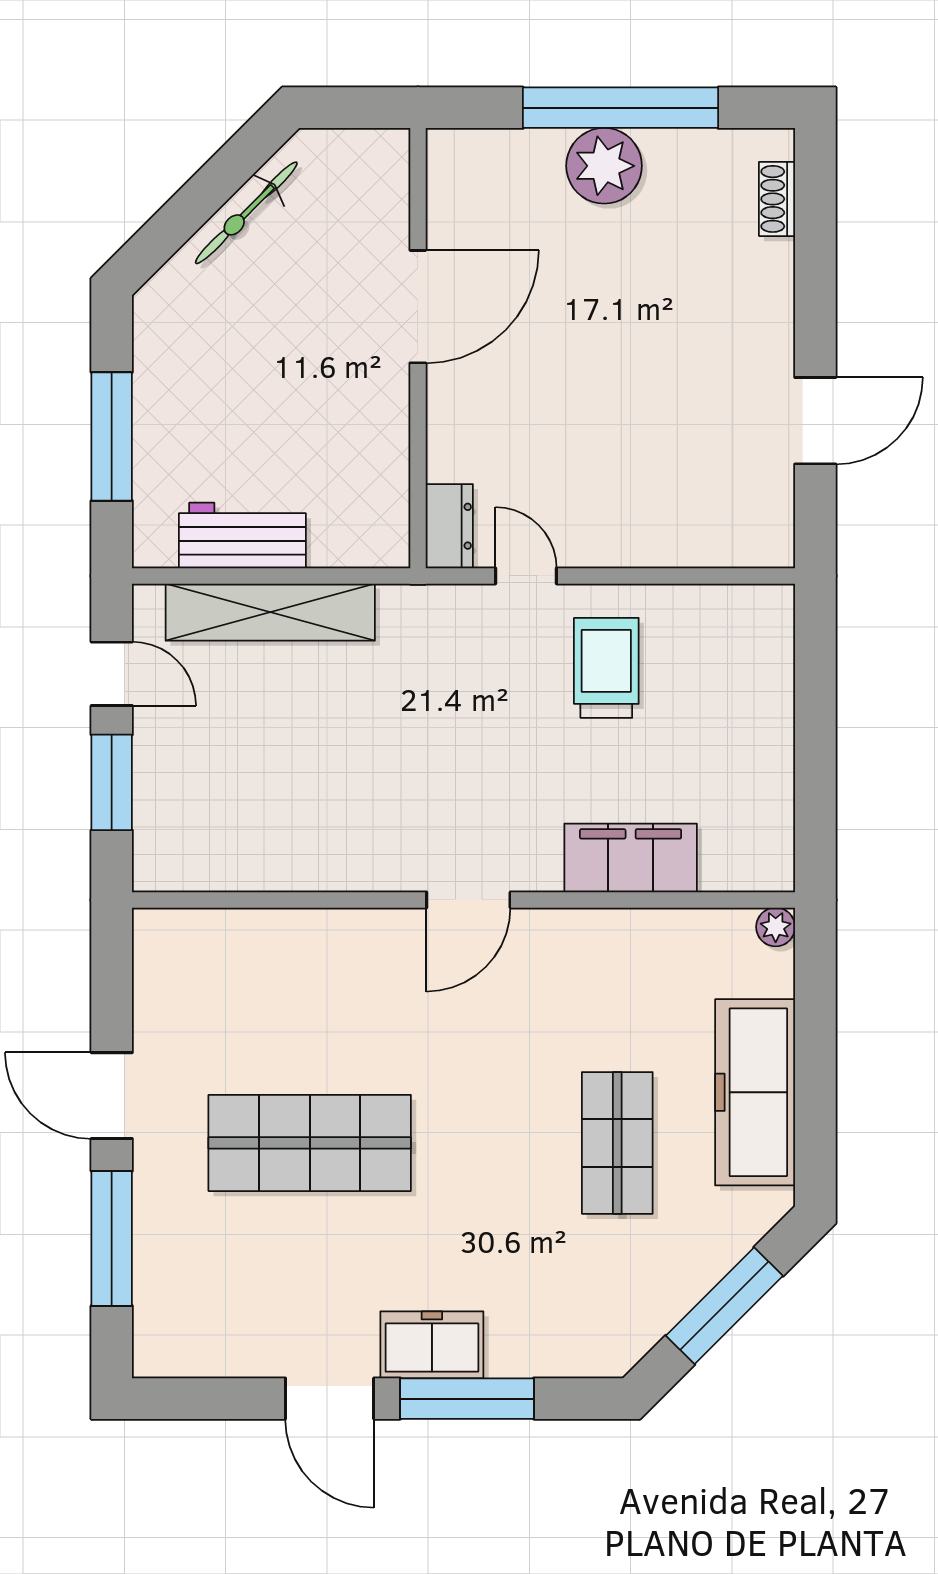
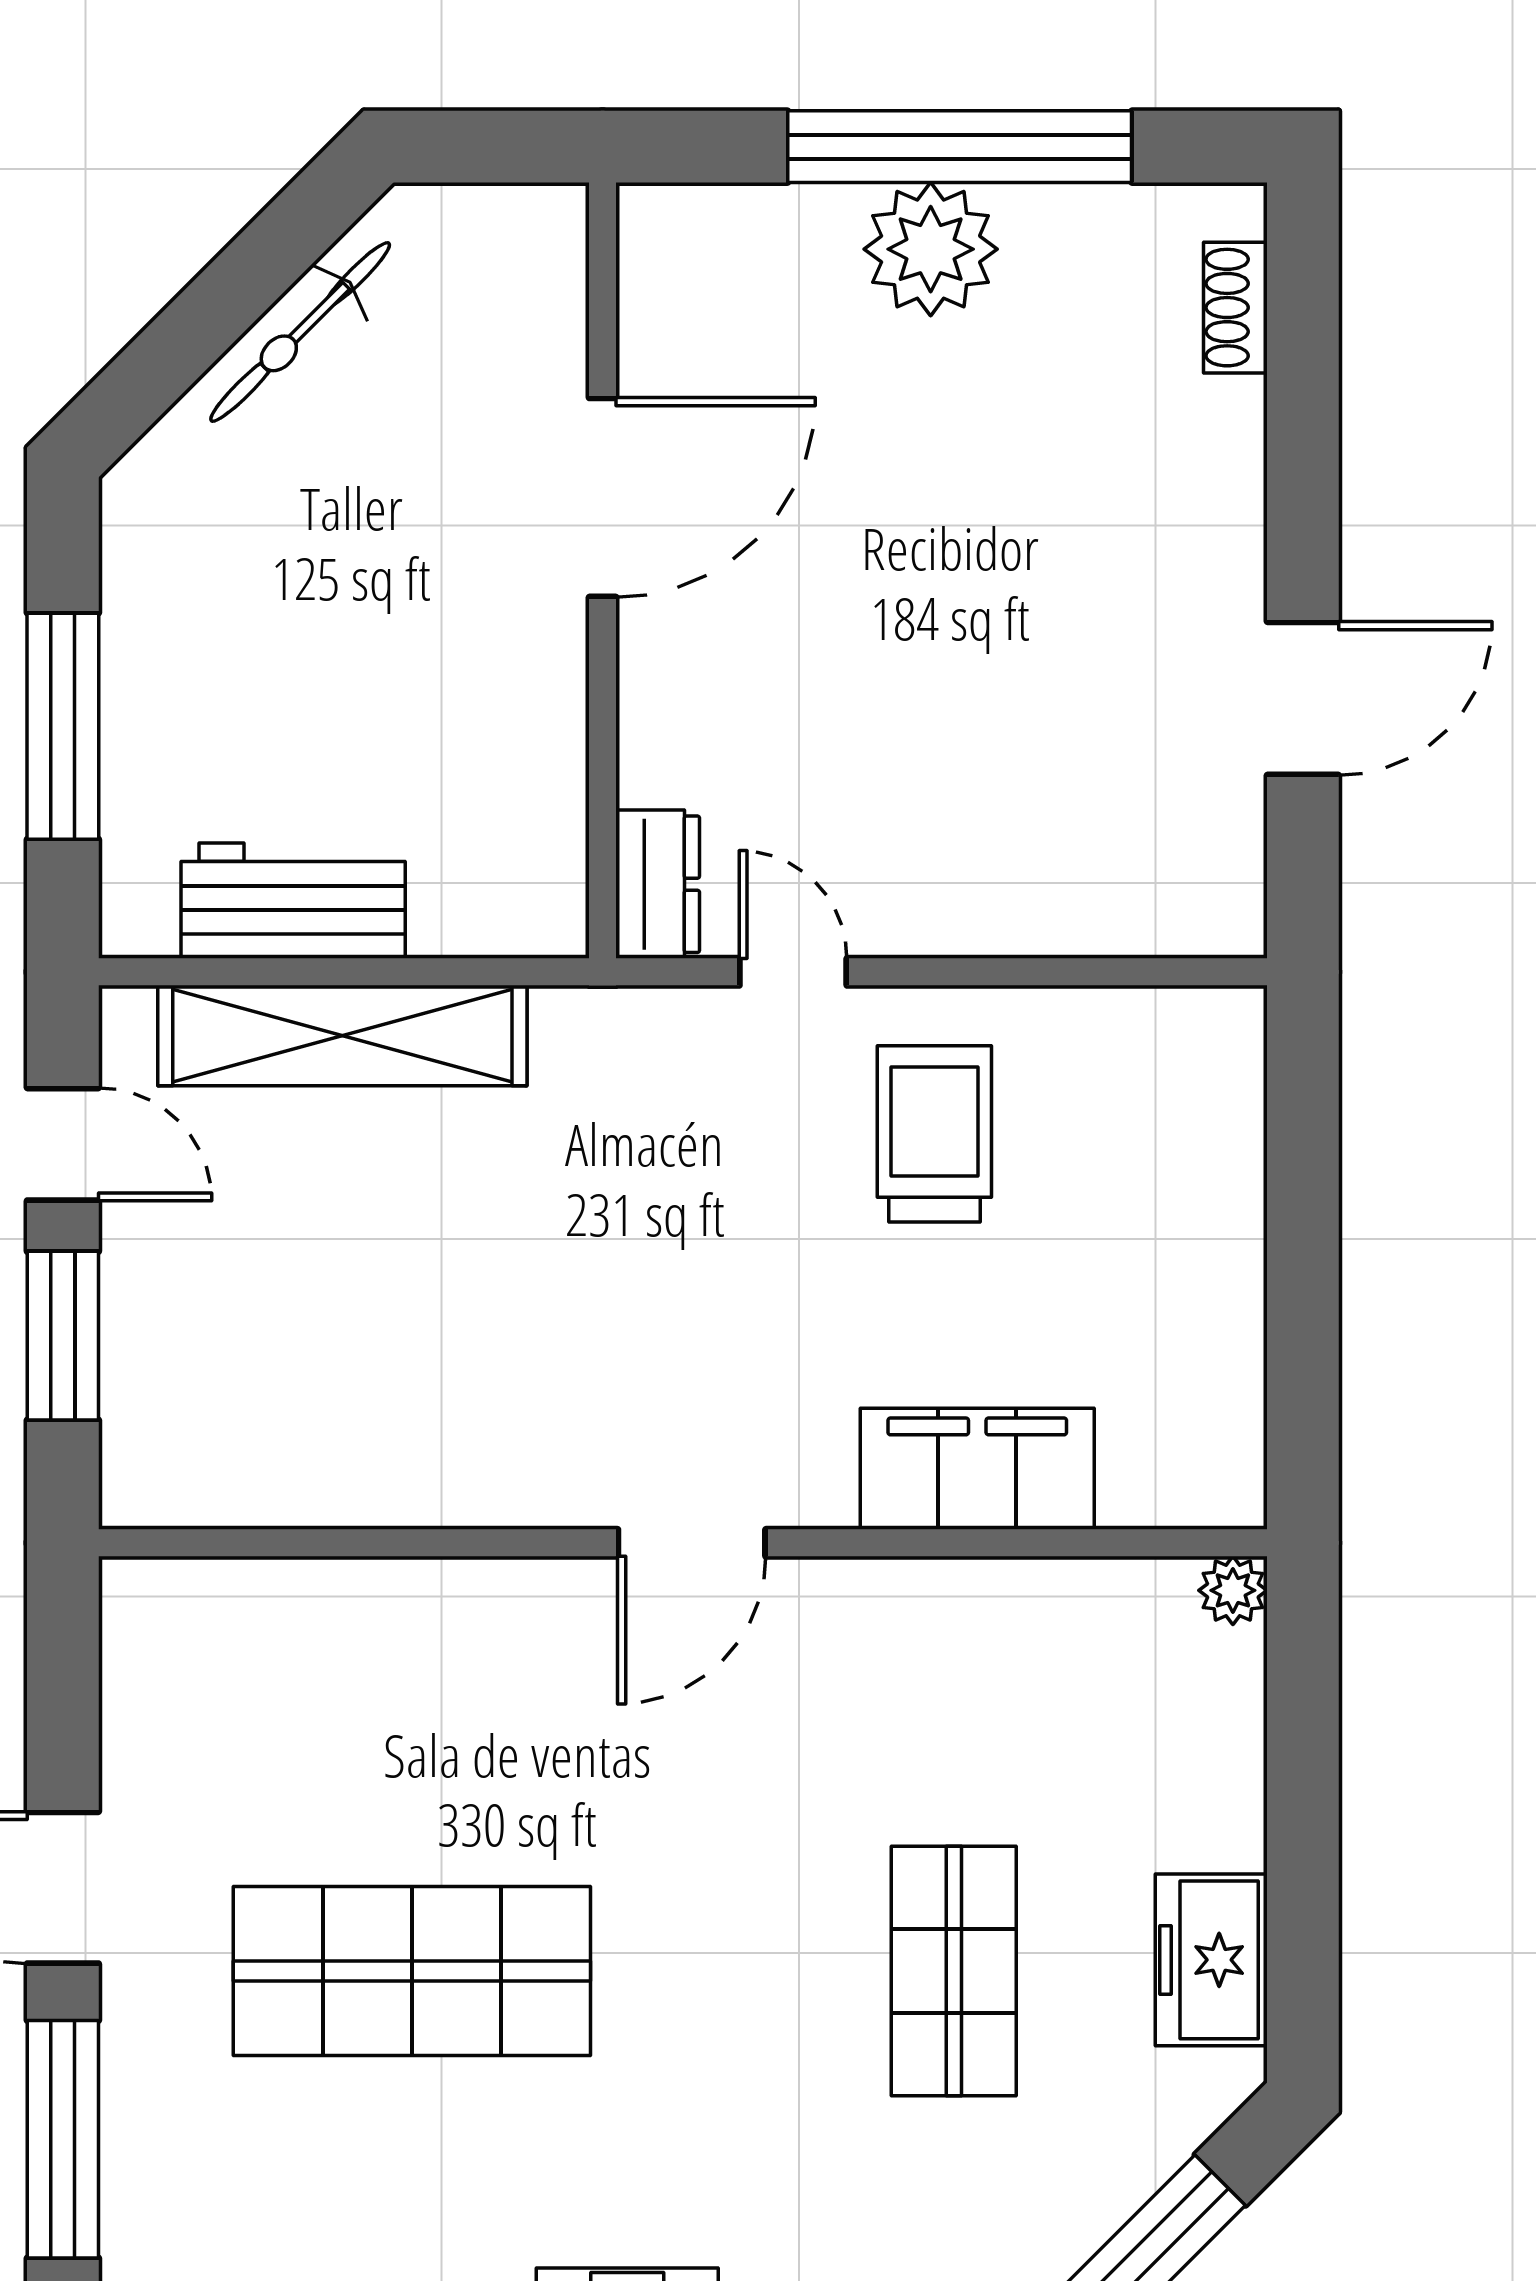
freezer: (755, 1092) -> (1211, 1960), width x0.52, depth x0.79

